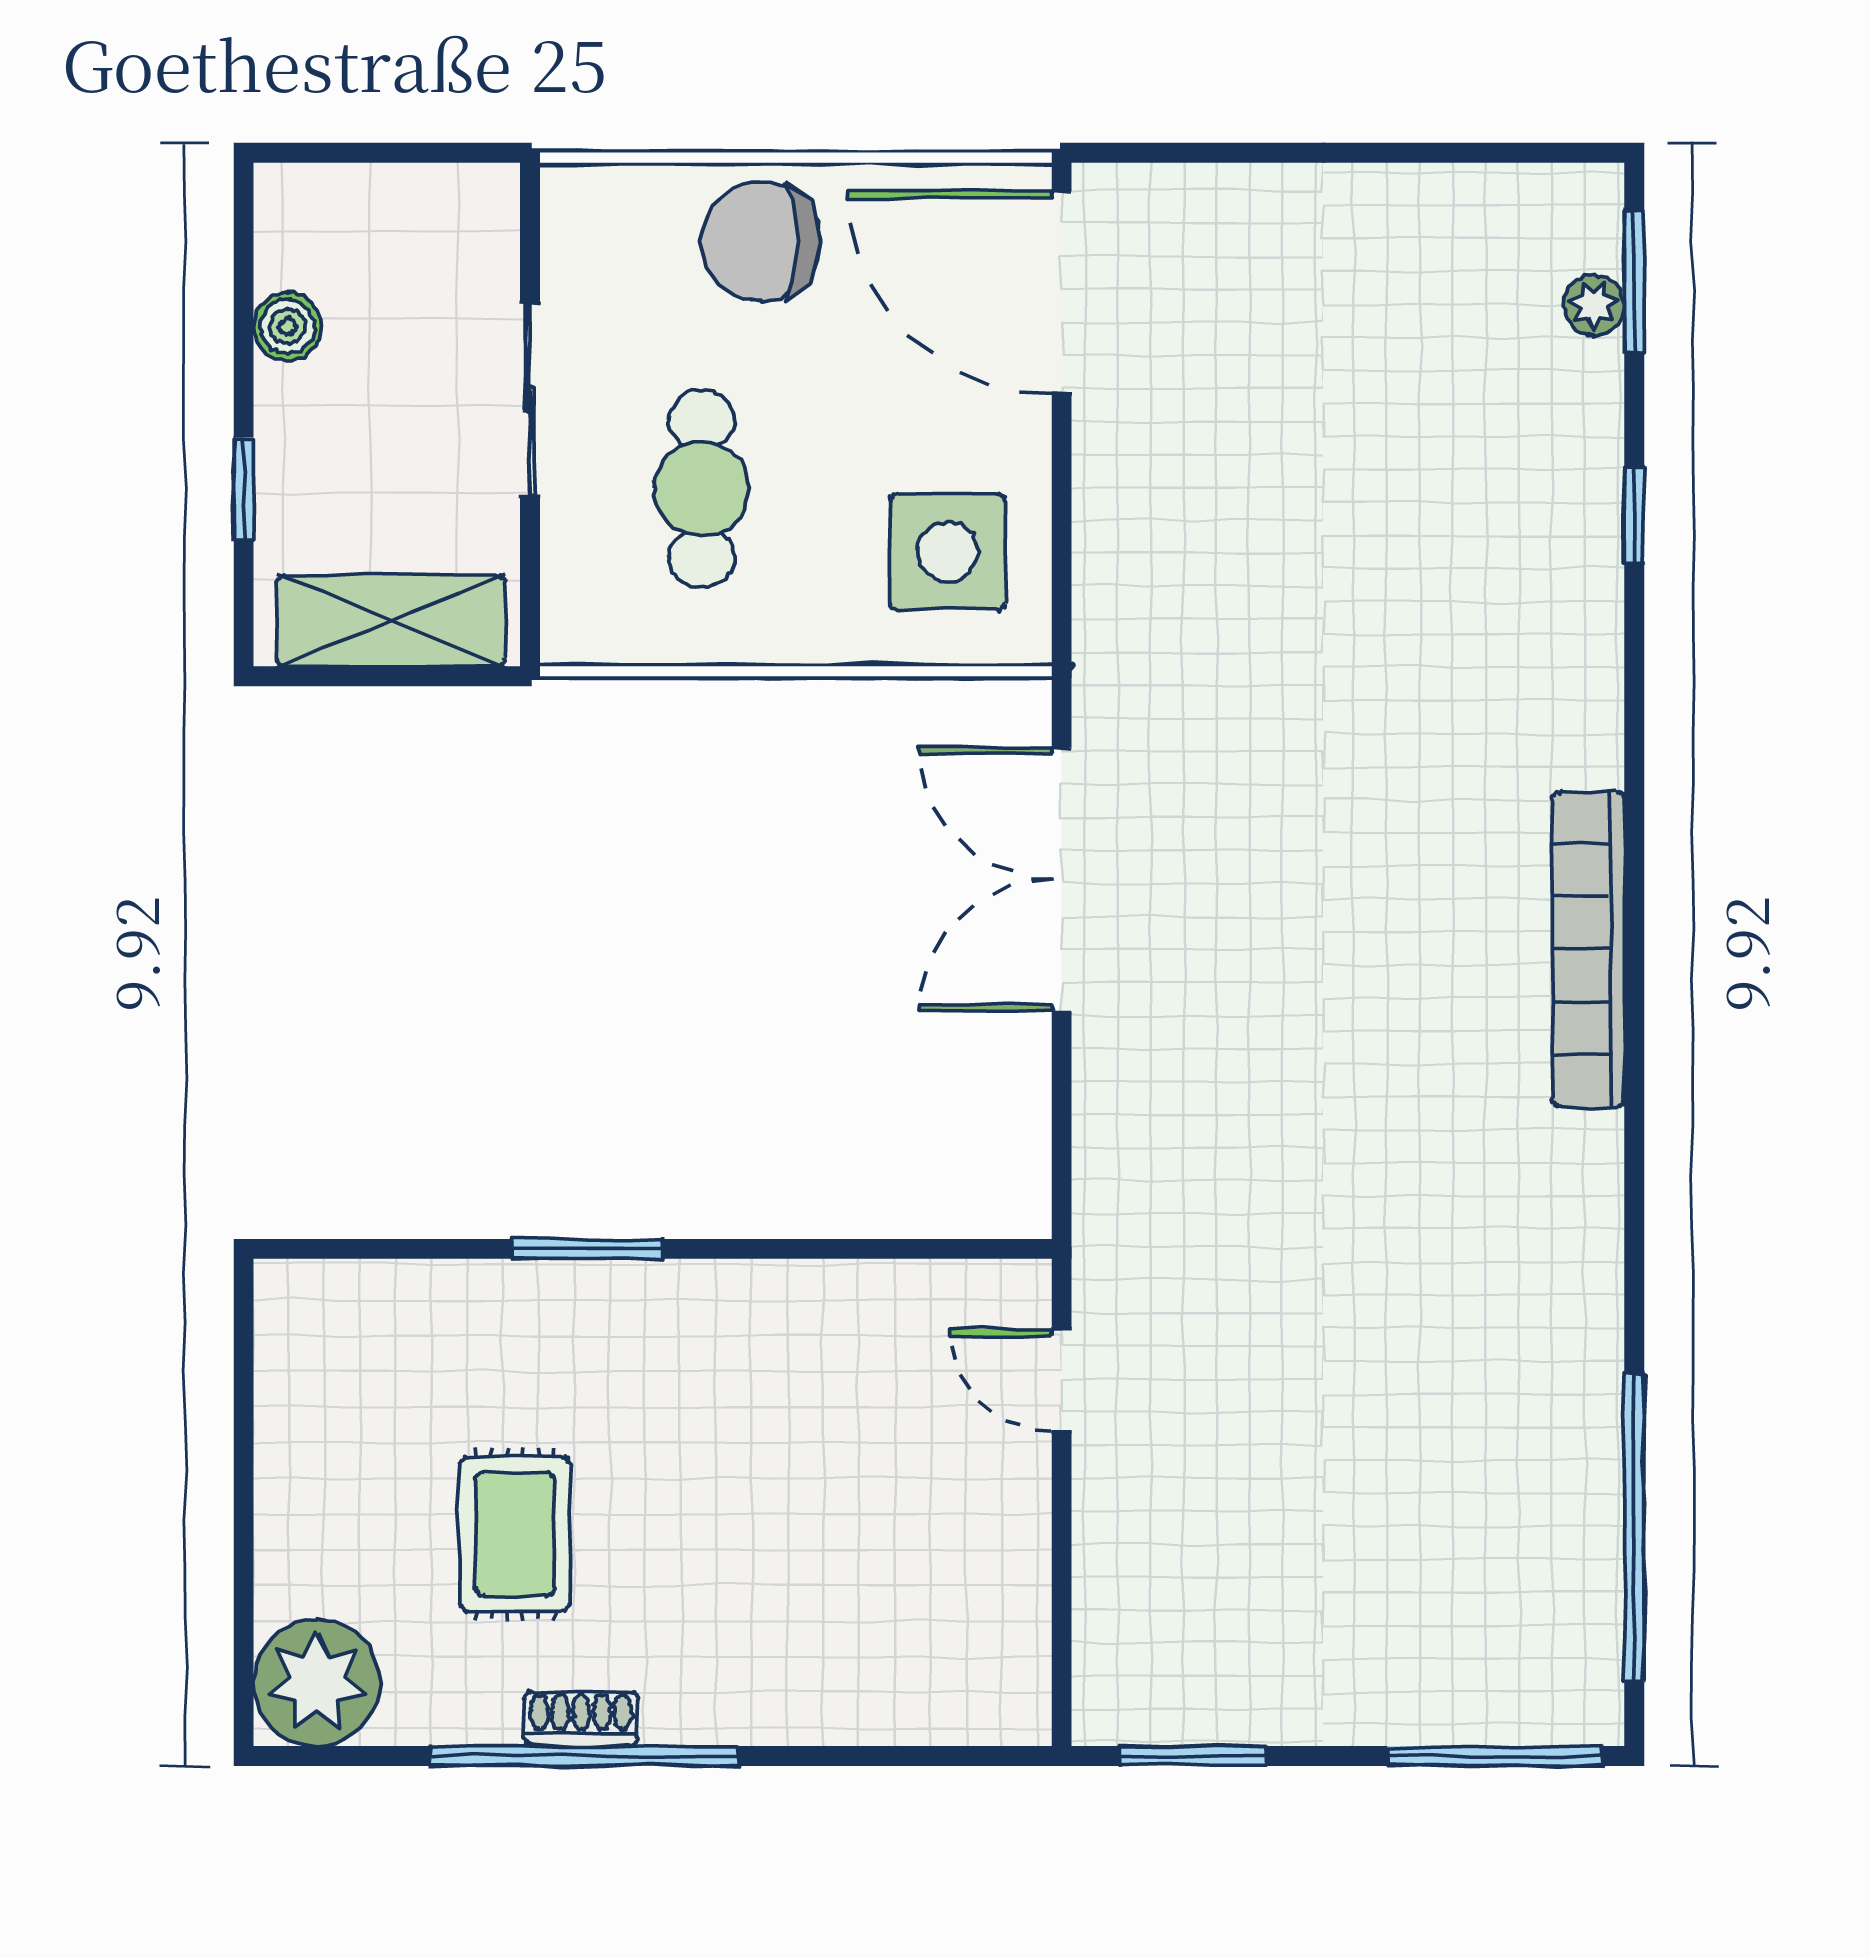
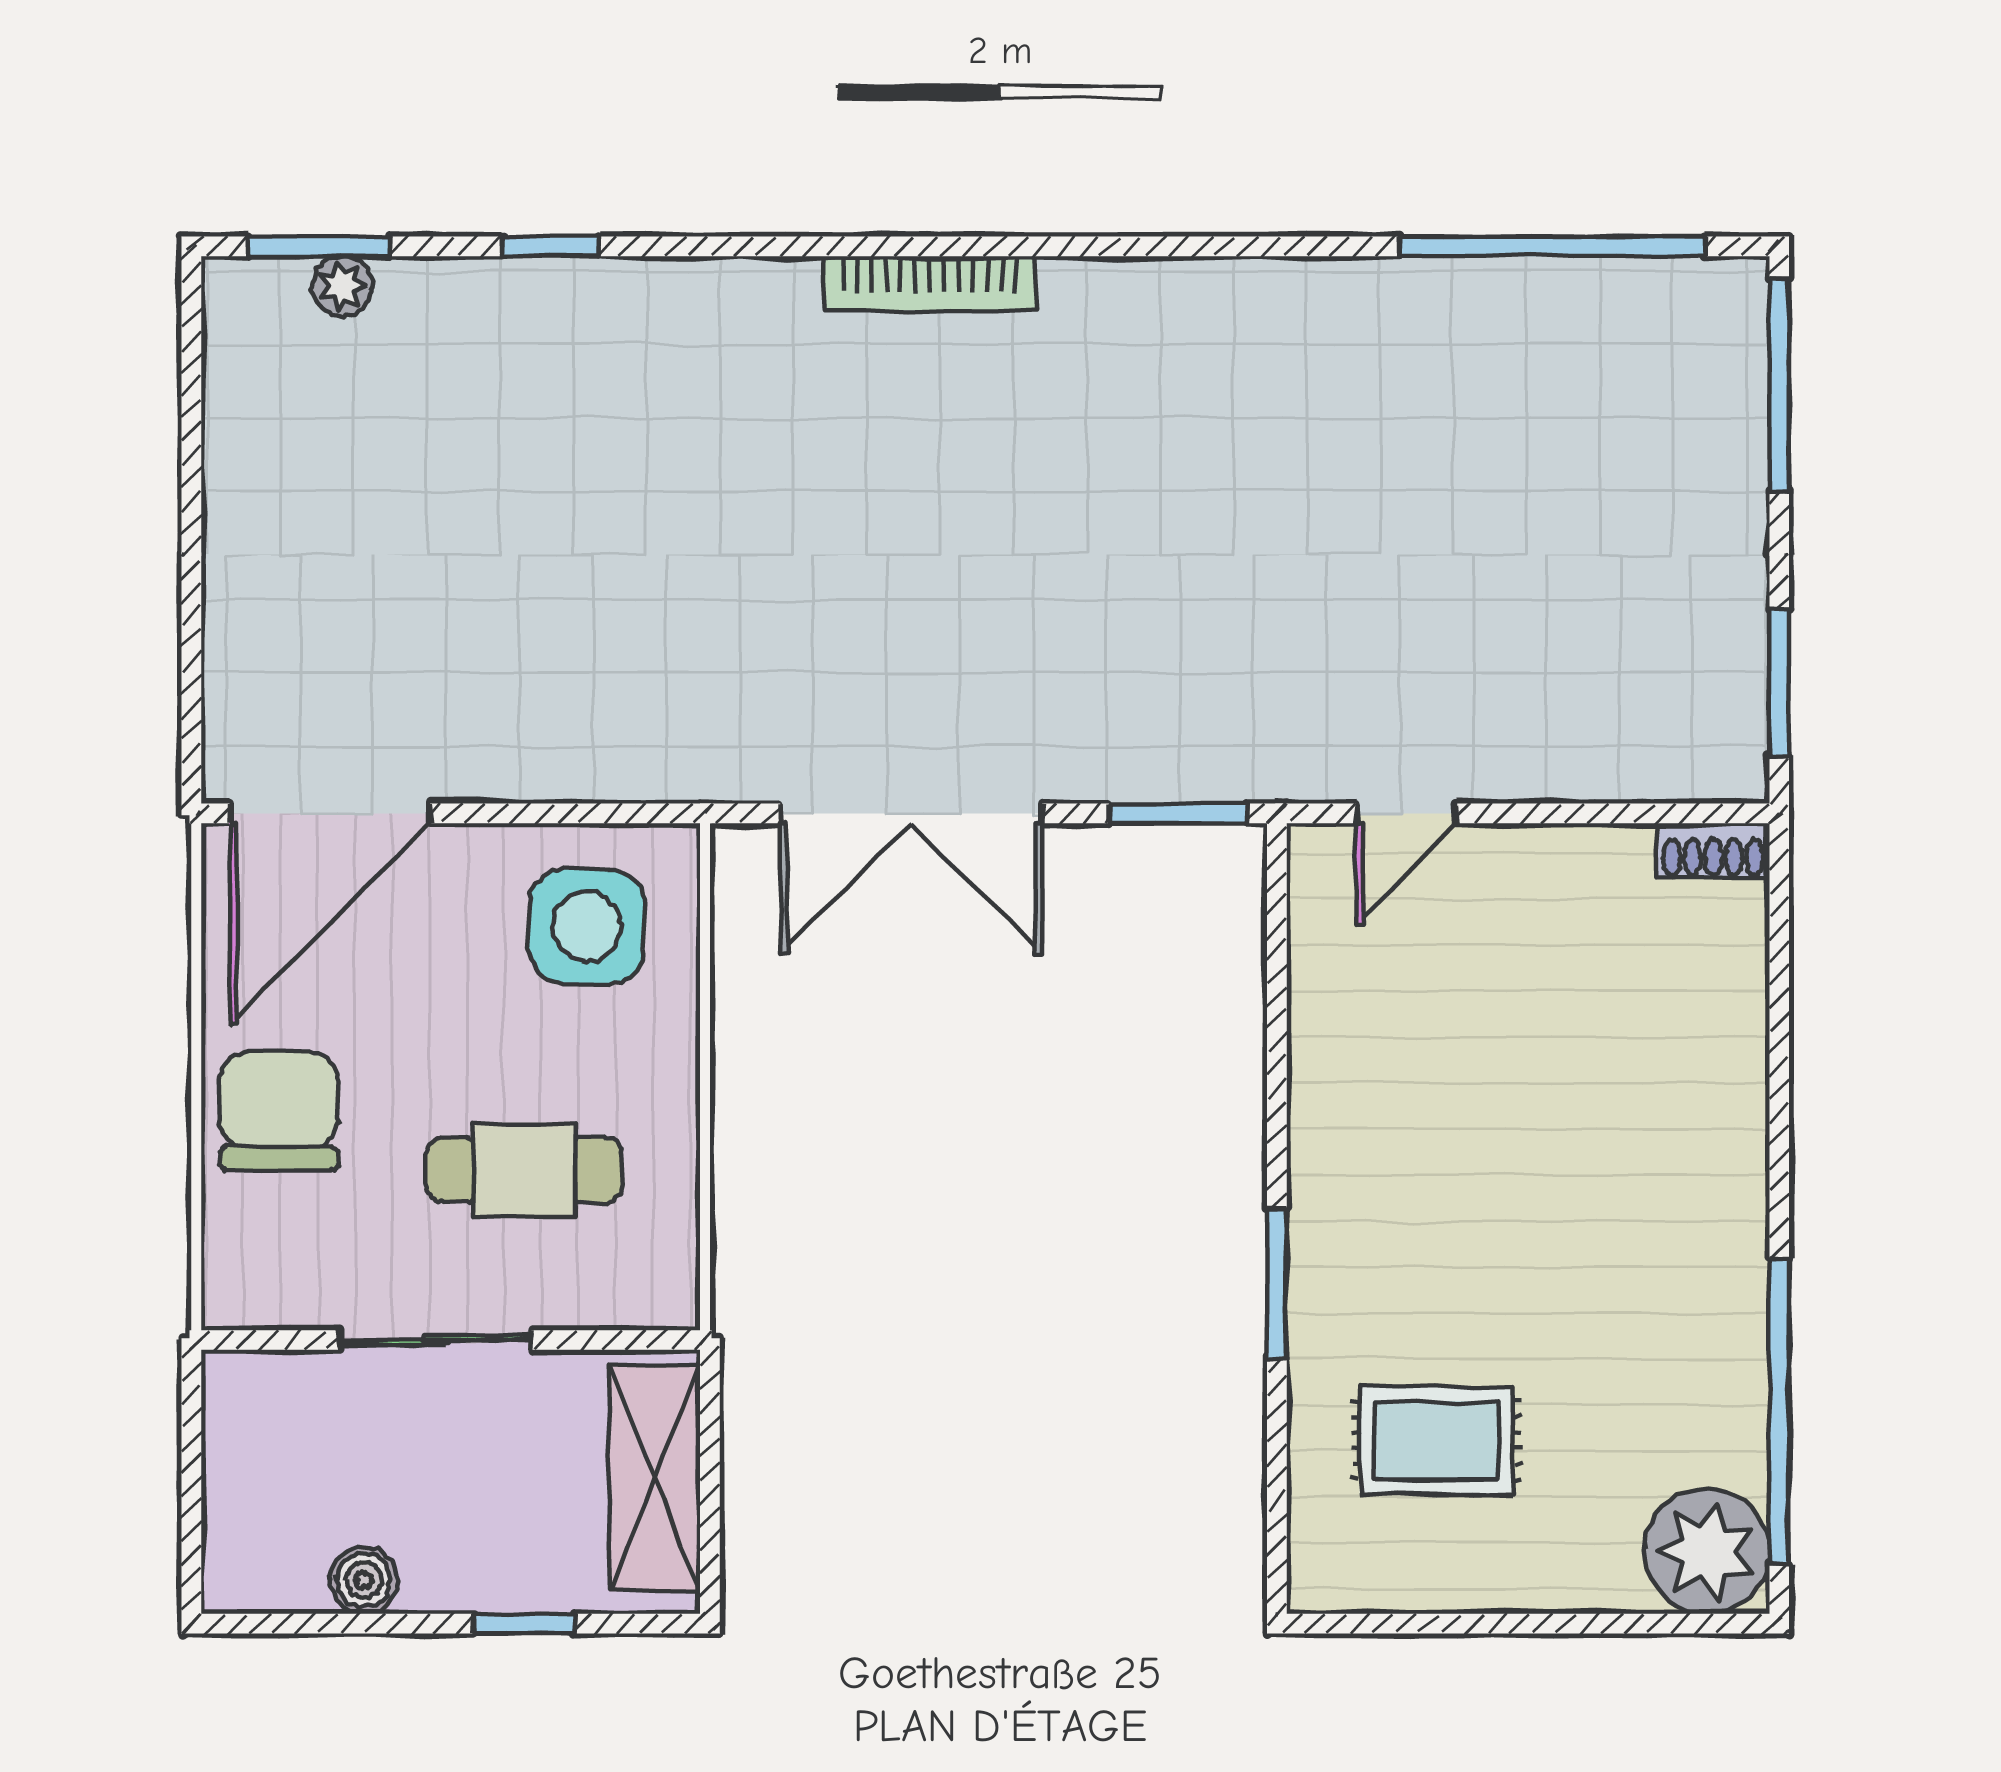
chair: (761, 241) -> (279, 1111), turned 180
bookcase: (1589, 949) -> (930, 283), width x0.68, depth x0.76
window: (1062, 1149) -> (1178, 813), added
rug: (515, 1534) -> (1437, 1440), moved
shoe rack: (581, 1719) -> (1713, 850), moved, turned -90
window: (584, 1756) -> (1779, 1411), moved

